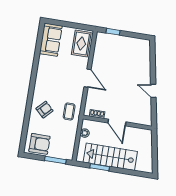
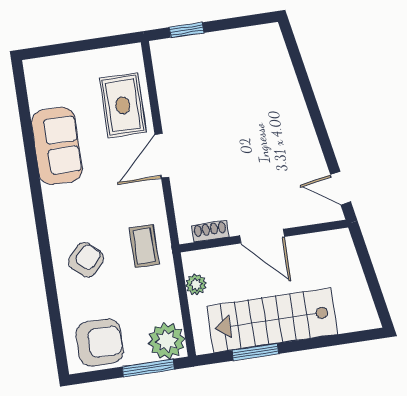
sofa: (51, 40) -> (57, 146), moved
rug: (81, 44) -> (123, 105), moved
door: (88, 78) -> (162, 156), swing flipped
door: (153, 91) -> (341, 188), moved
plant: (66, 152) -> (167, 341), added

